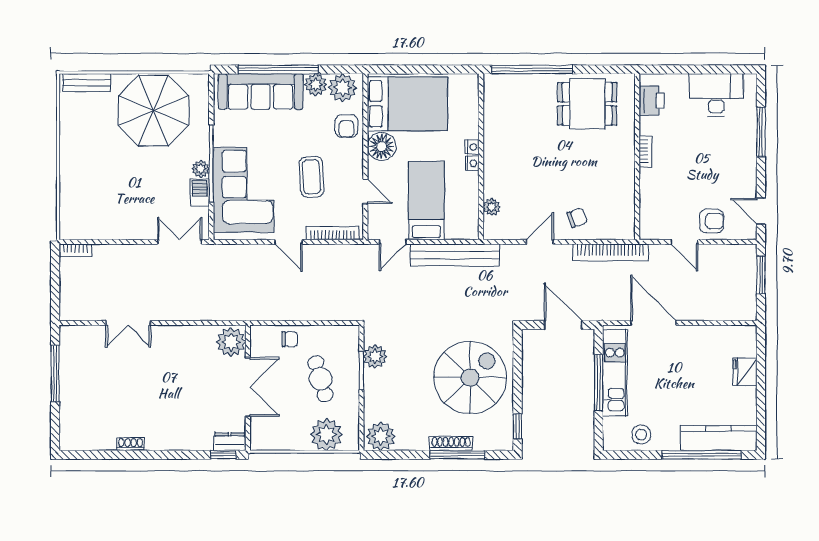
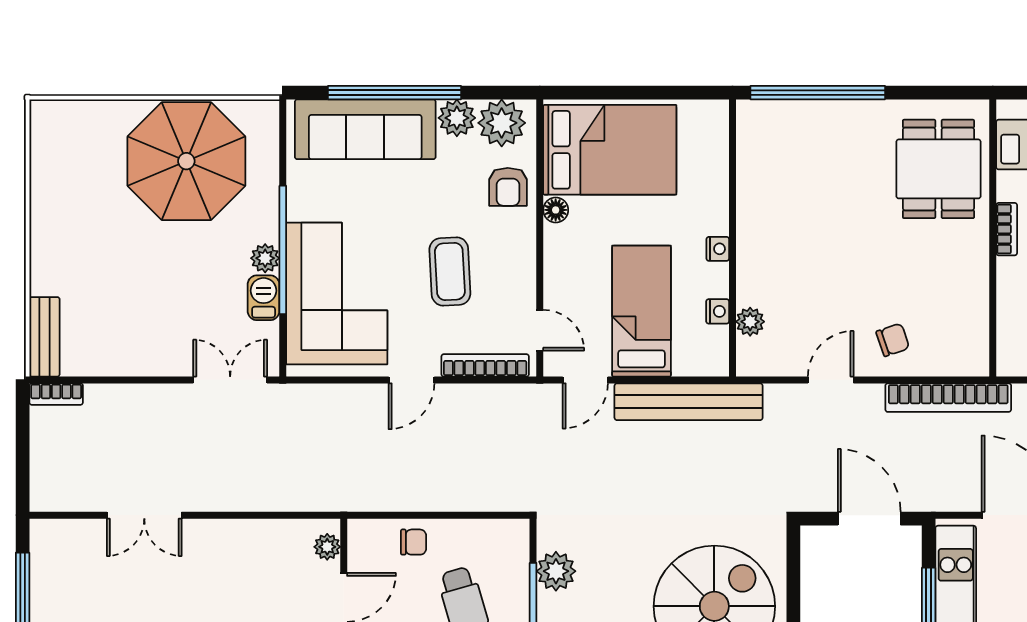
bench: (87, 83) -> (45, 337), moved, turned 90
dining table: (587, 104) -> (938, 169), moved, turned 90
floor lamp: (382, 147) -> (556, 210), width x0.53, depth x0.53
nightstand: (472, 147) -> (718, 311), moved
door: (365, 191) -> (540, 330), moved
door: (288, 242) -> (412, 380), hinge flipped
plant: (231, 342) -> (327, 547), width x0.53, depth x0.53

